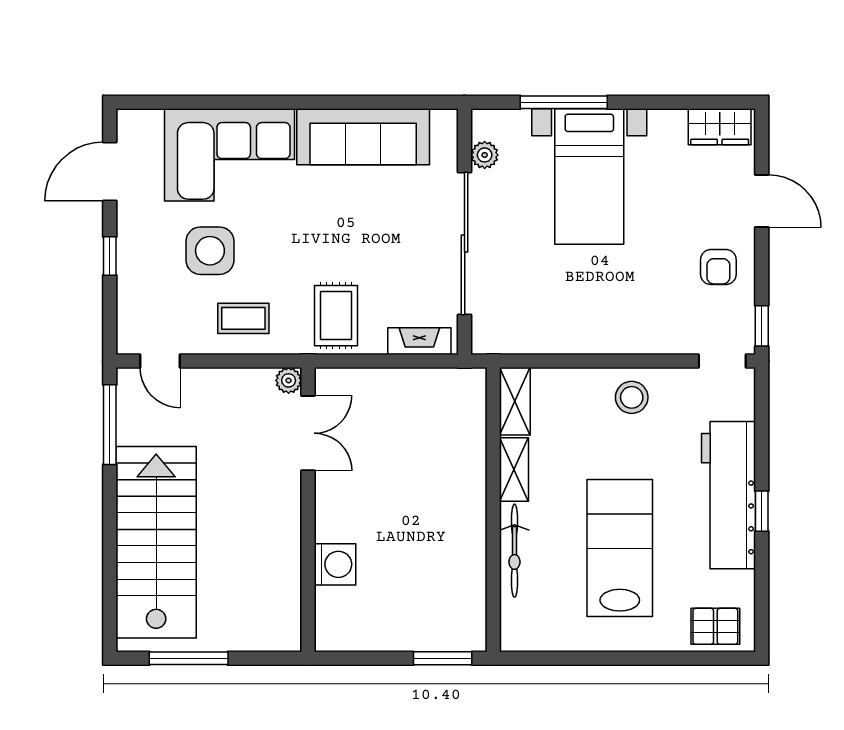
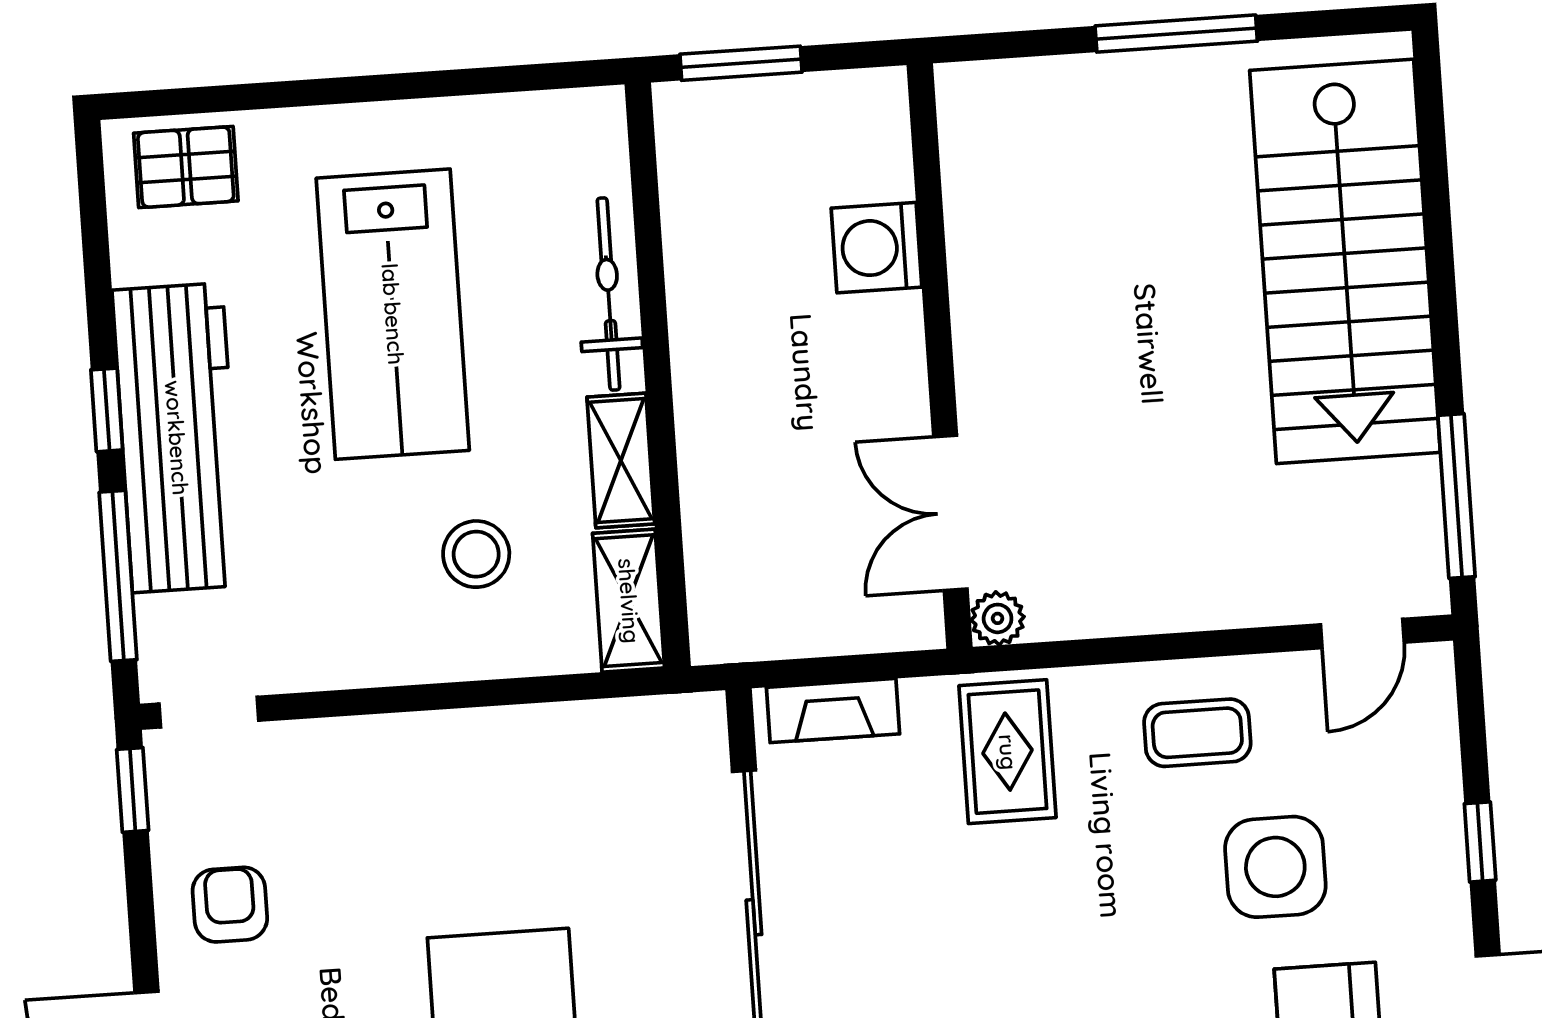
door: (160, 361) -> (1362, 634), swing flipped
plant: (289, 380) -> (998, 618), moved
stool: (632, 397) -> (476, 554), moved
window: (762, 430) -> (118, 576), added
double door: (308, 433) -> (950, 513), moved
wall: (308, 510) -> (940, 356), moved
washing machine: (335, 564) -> (876, 248), moved
window: (189, 658) -> (1176, 34), moved

